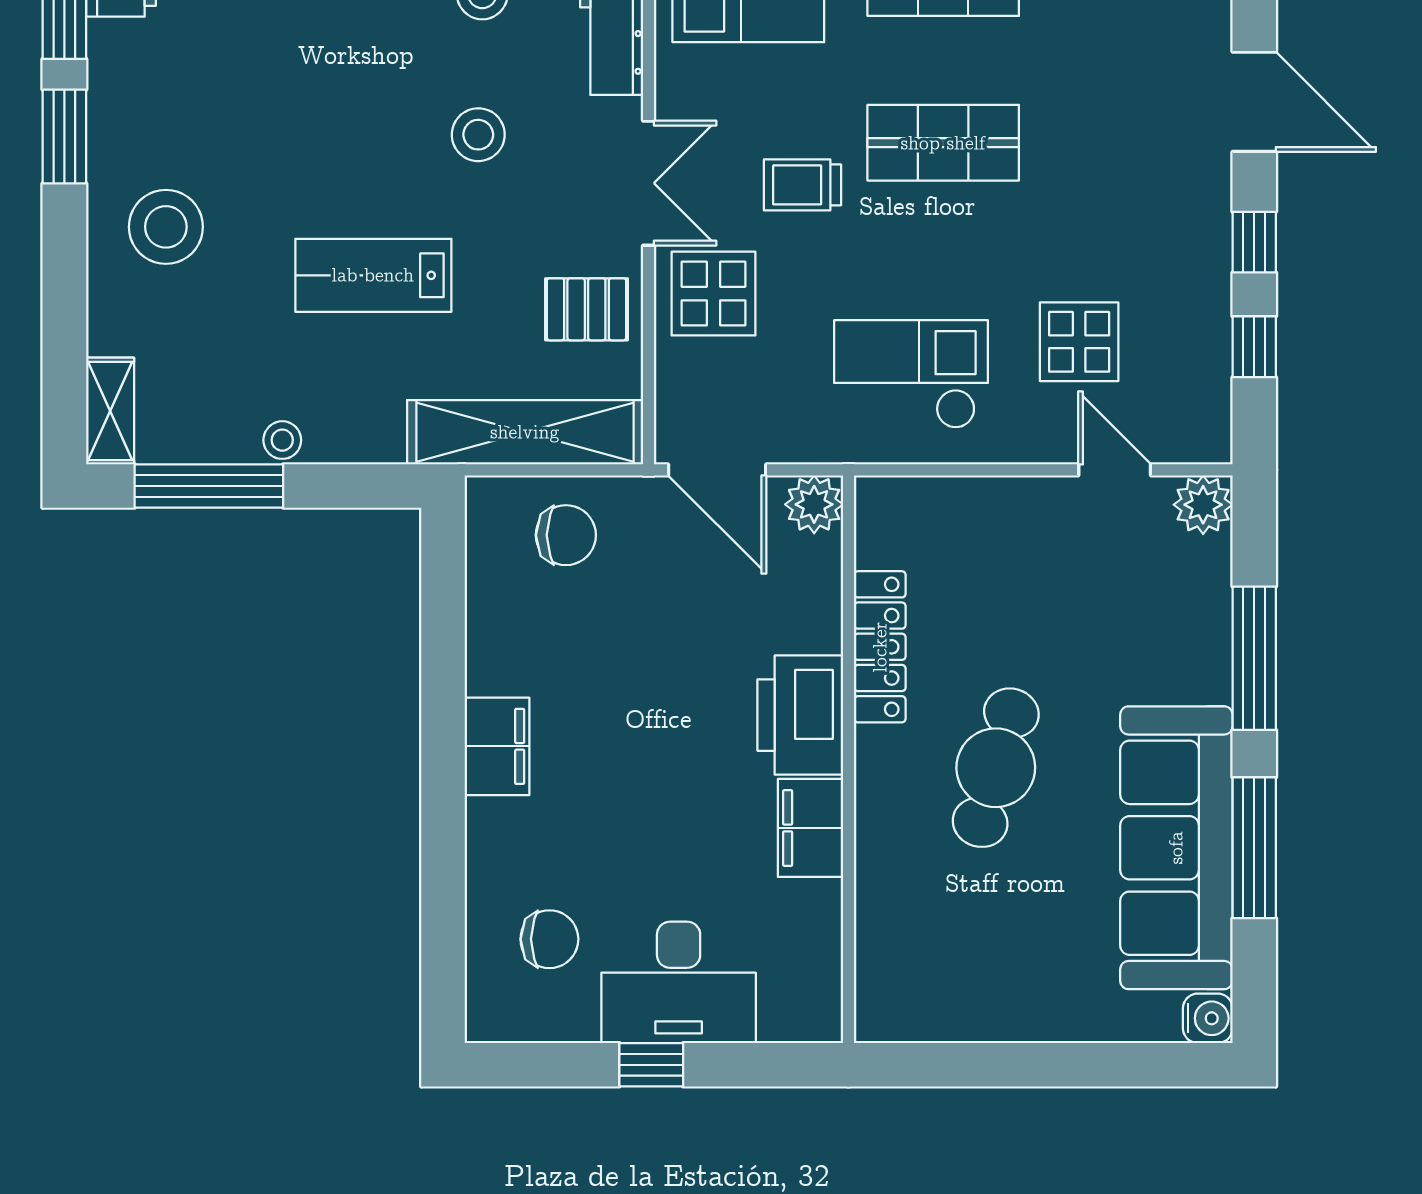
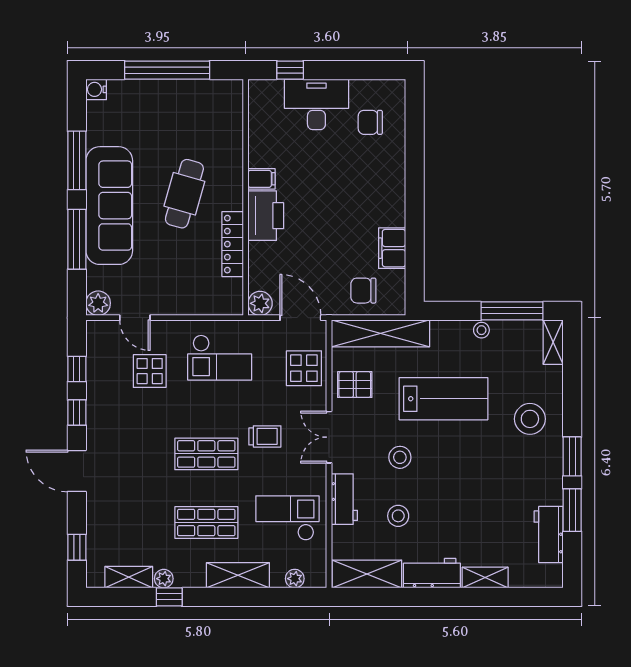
lab bench: (373, 275) -> (444, 399), width x1.36, depth x1.39
display table: (714, 294) -> (304, 368), moved
filing cabinet: (497, 746) -> (392, 248), moved
filing cabinet: (810, 828) -> (262, 179), width x0.50
sofa: (1176, 848) -> (109, 206), moved
window: (651, 1065) -> (290, 70), moved
window: (1037, 1065) -> (167, 70), added

